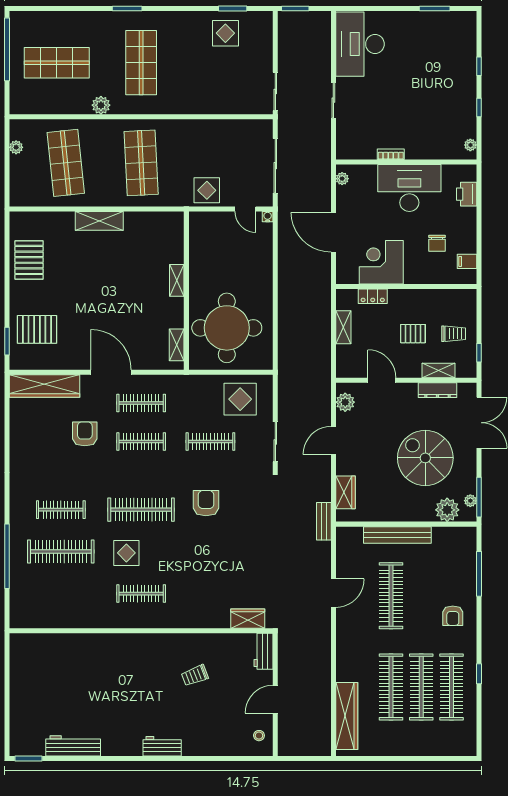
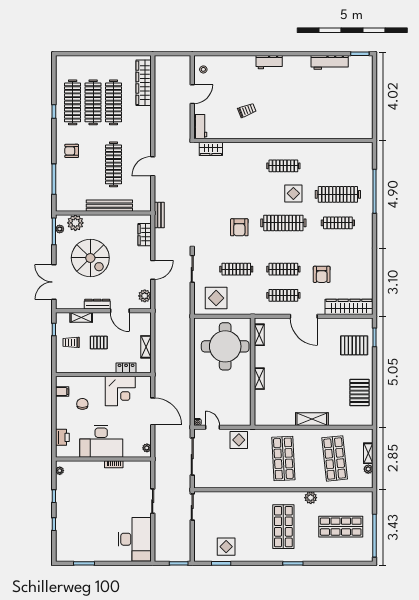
shelving: (16, 171) -> (368, 453), added
dresser: (437, 390) -> (97, 304), moved
armchair: (453, 616) -> (72, 151), turned -90

